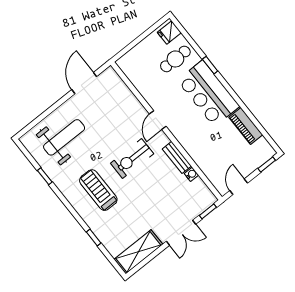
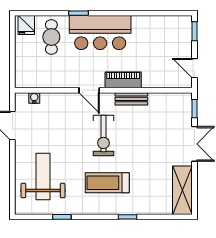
piano: (246, 126) -> (123, 80), moved, turned 180
water cooler: (191, 174) -> (34, 98), moved
window: (94, 237) -> (128, 217), moved

